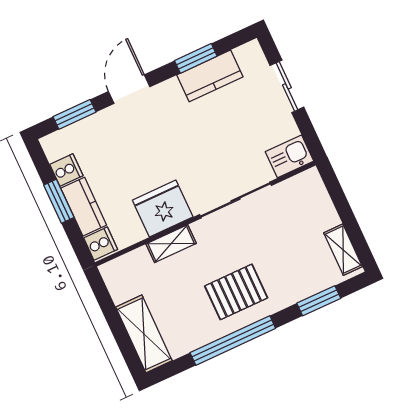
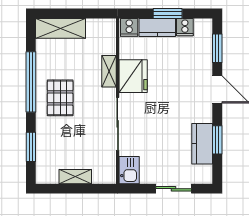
shelving: (343, 250) -> (75, 177), moved

